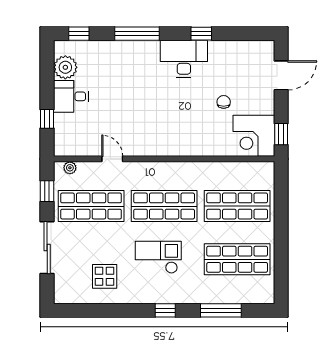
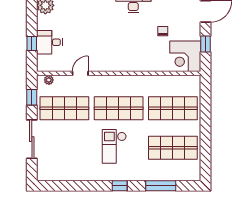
desk: (71, 96) -> (49, 42), moved
window: (281, 134) -> (205, 44), moved
door: (112, 159) -> (80, 73), hinge flipped
checkout: (158, 257) -> (114, 146), turned -90
display table: (105, 276) -> (74, 160), removed

